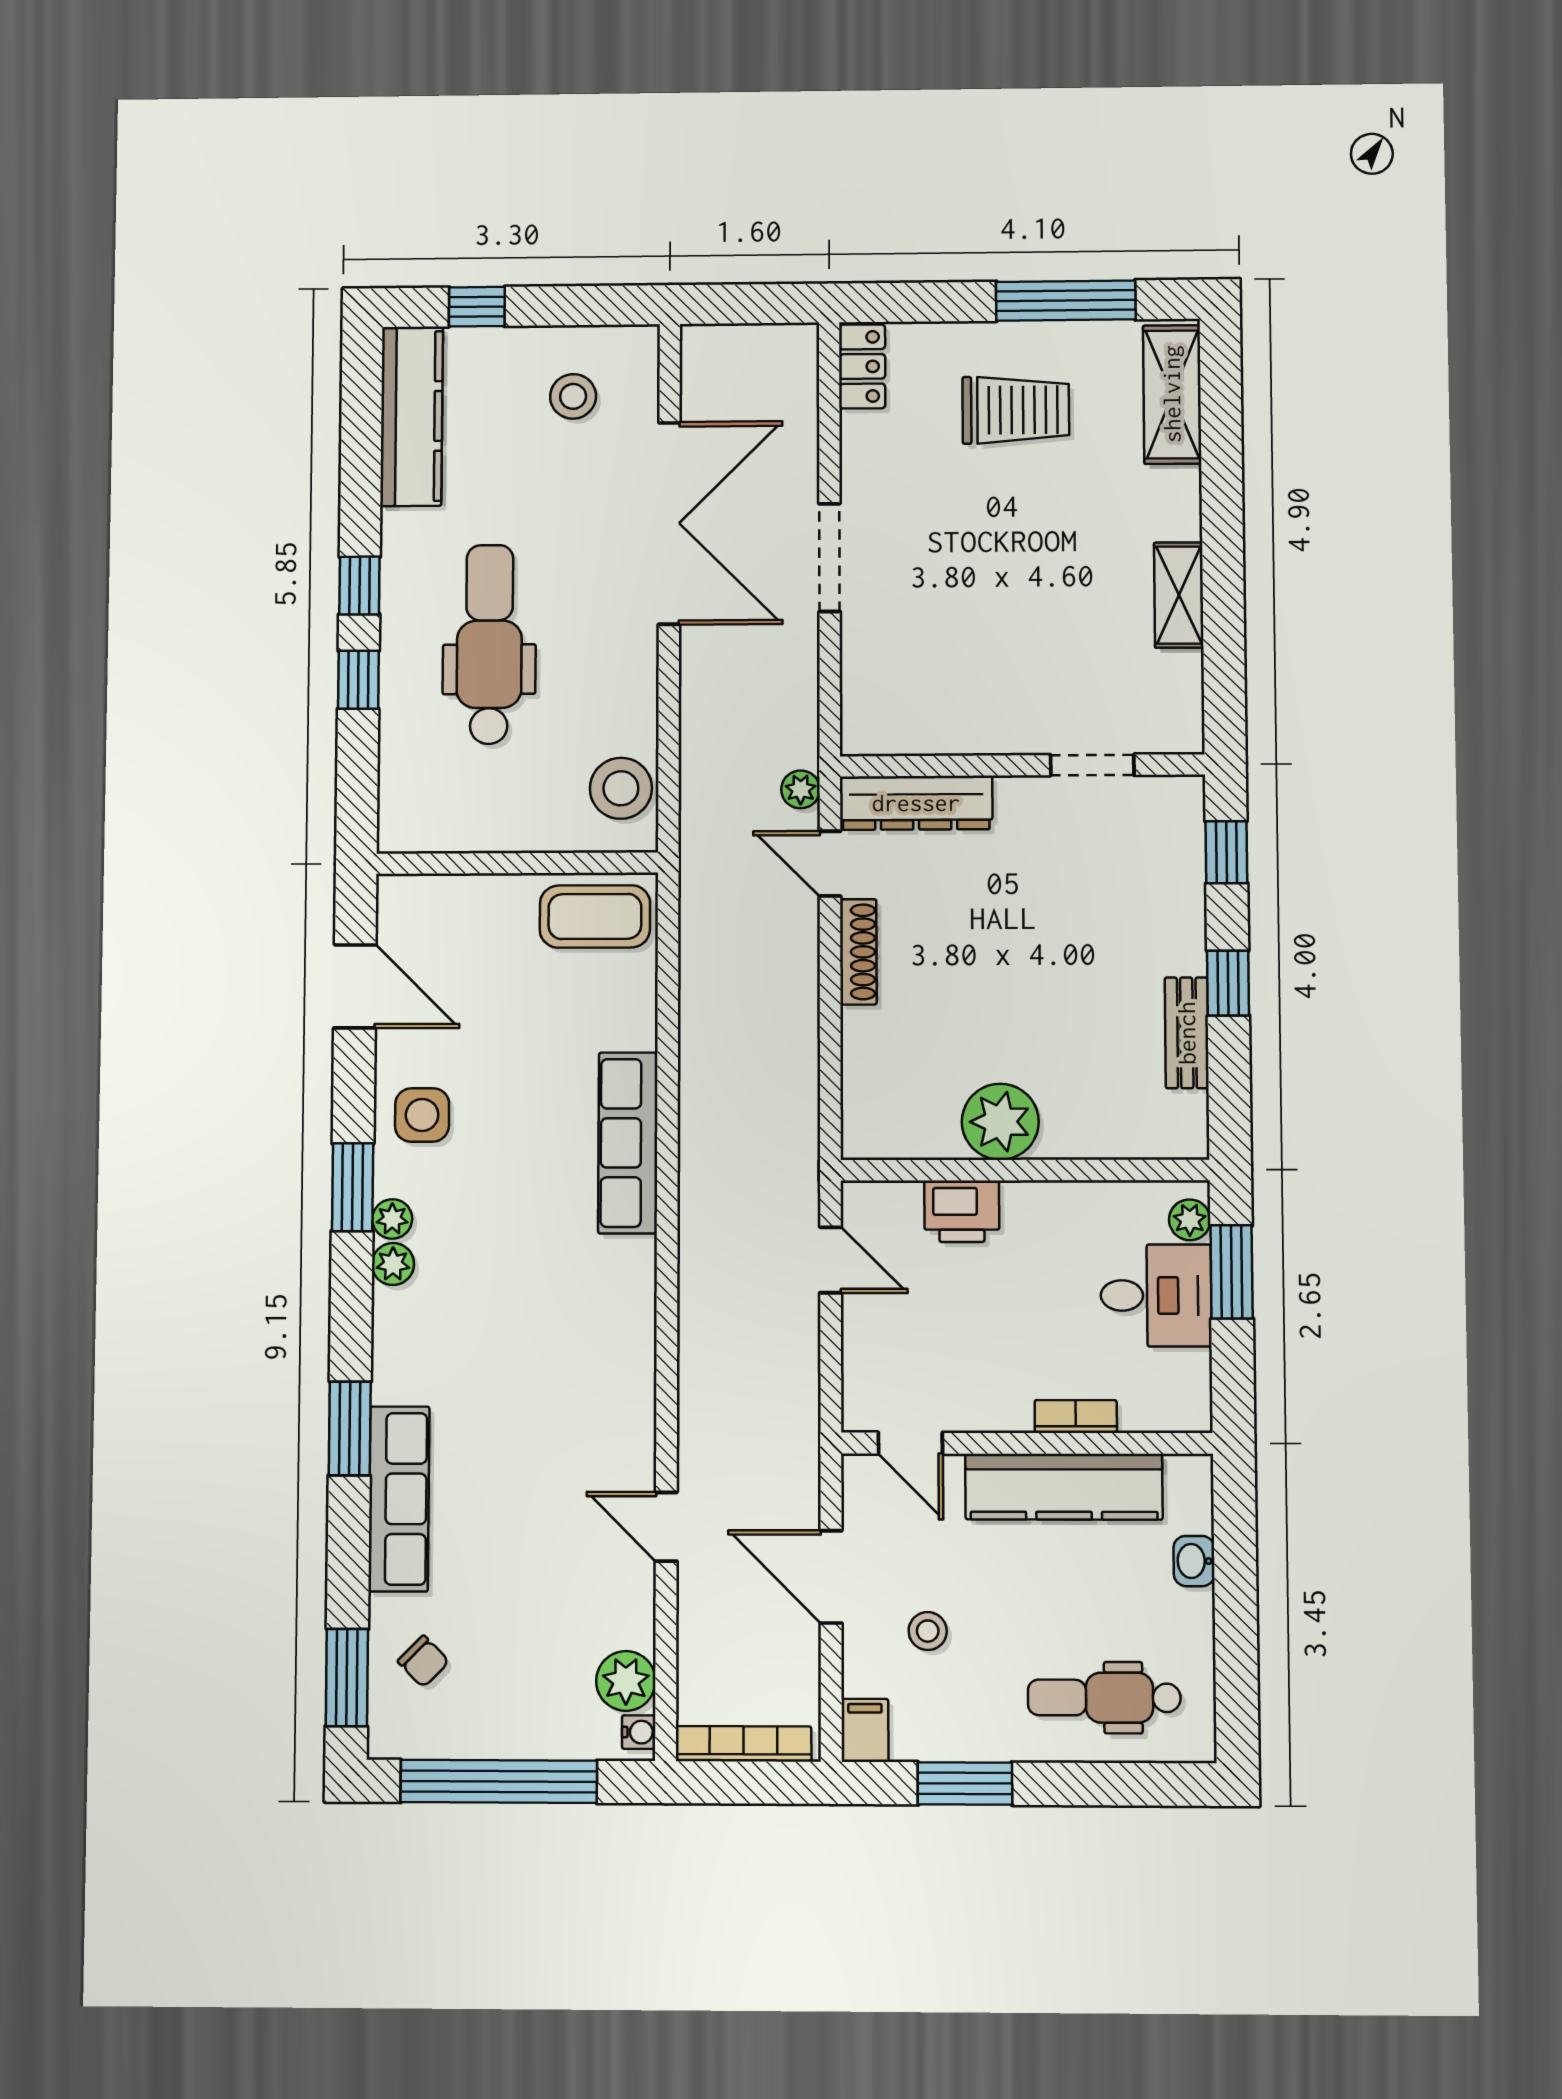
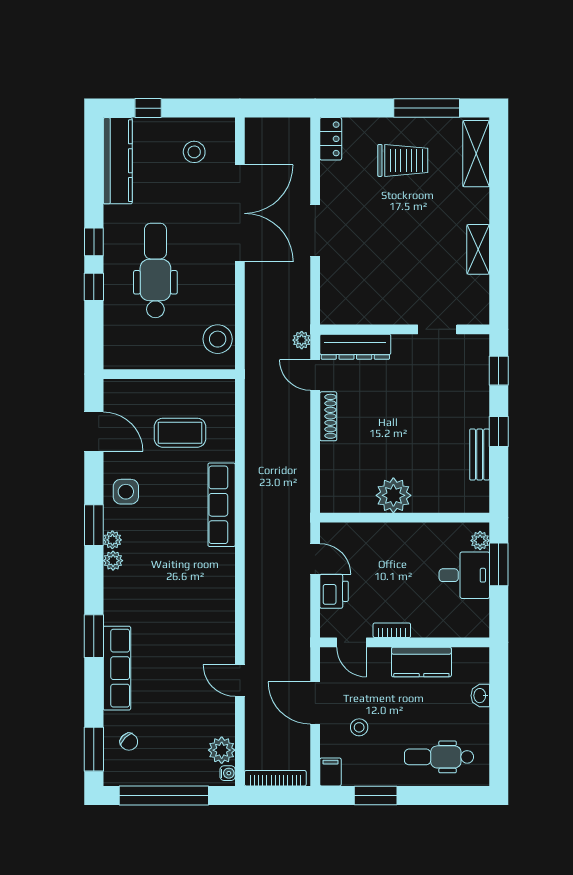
coffee table: (595, 916) -> (180, 433), moved
printer: (962, 1211) -> (334, 591), moved, turned -90
bookcase: (1076, 1416) -> (392, 630), moved
kitchen counter: (1064, 1487) -> (421, 662), width x0.67

